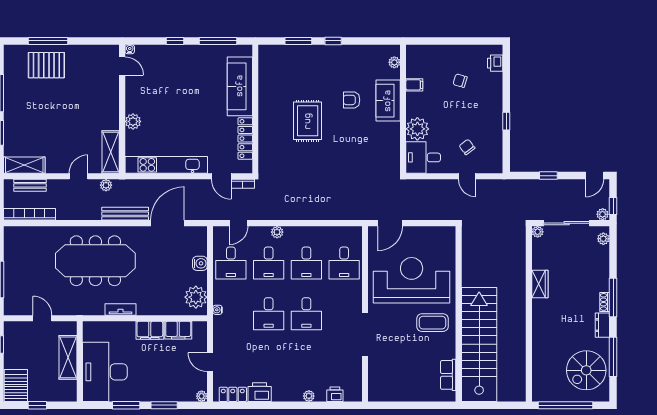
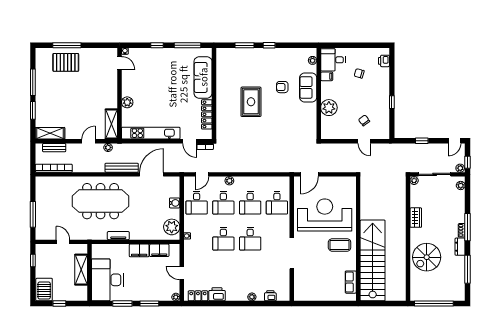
desk: (423, 157) -> (333, 60), moved
spiral stairs: (586, 370) -> (427, 257), moved

